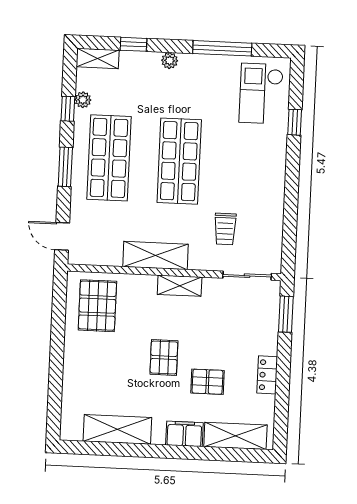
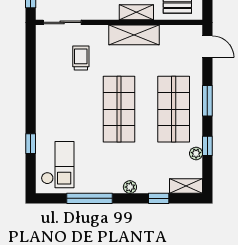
shelving: (180, 286) -> (136, 12), moved

